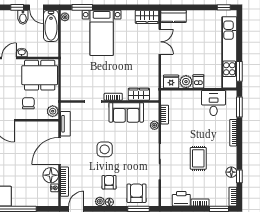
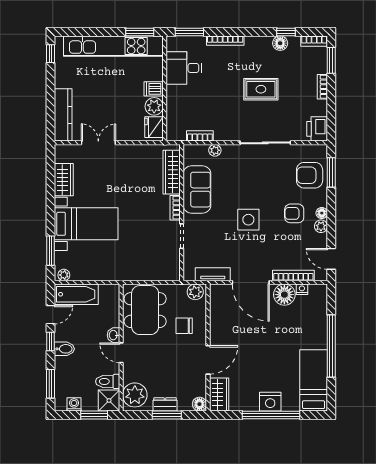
kitchen counter: (173, 16) -> (63, 115), width x1.50
bidet: (23, 17) -> (64, 349), moved
wardrobe: (147, 17) -> (64, 180), moved
wardrobe: (139, 94) -> (172, 172), width x1.50
printer: (181, 199) -> (317, 129), moved

